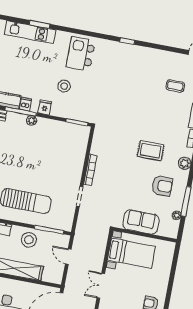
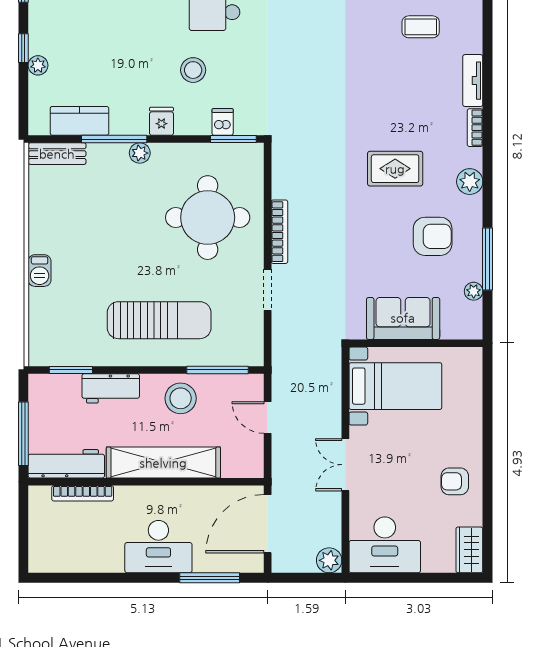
dishwasher: (25, 104) -> (223, 122), moved
round table: (58, 157) -> (208, 218), added

